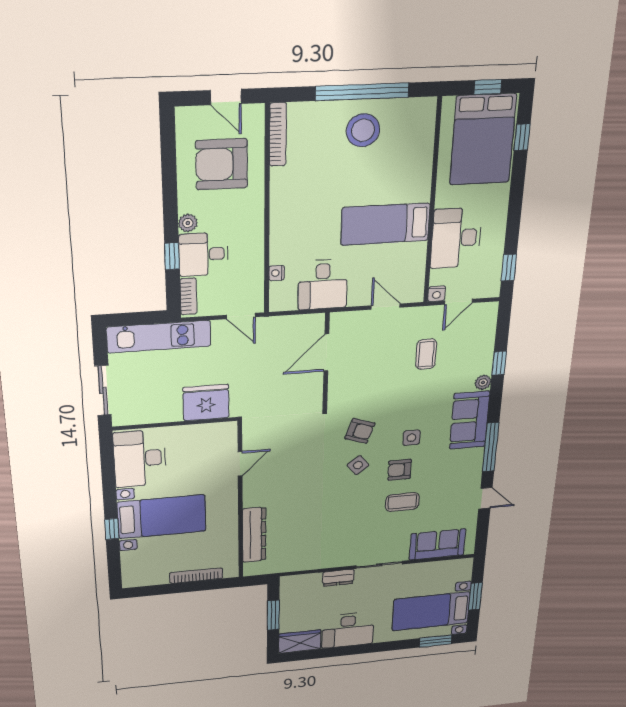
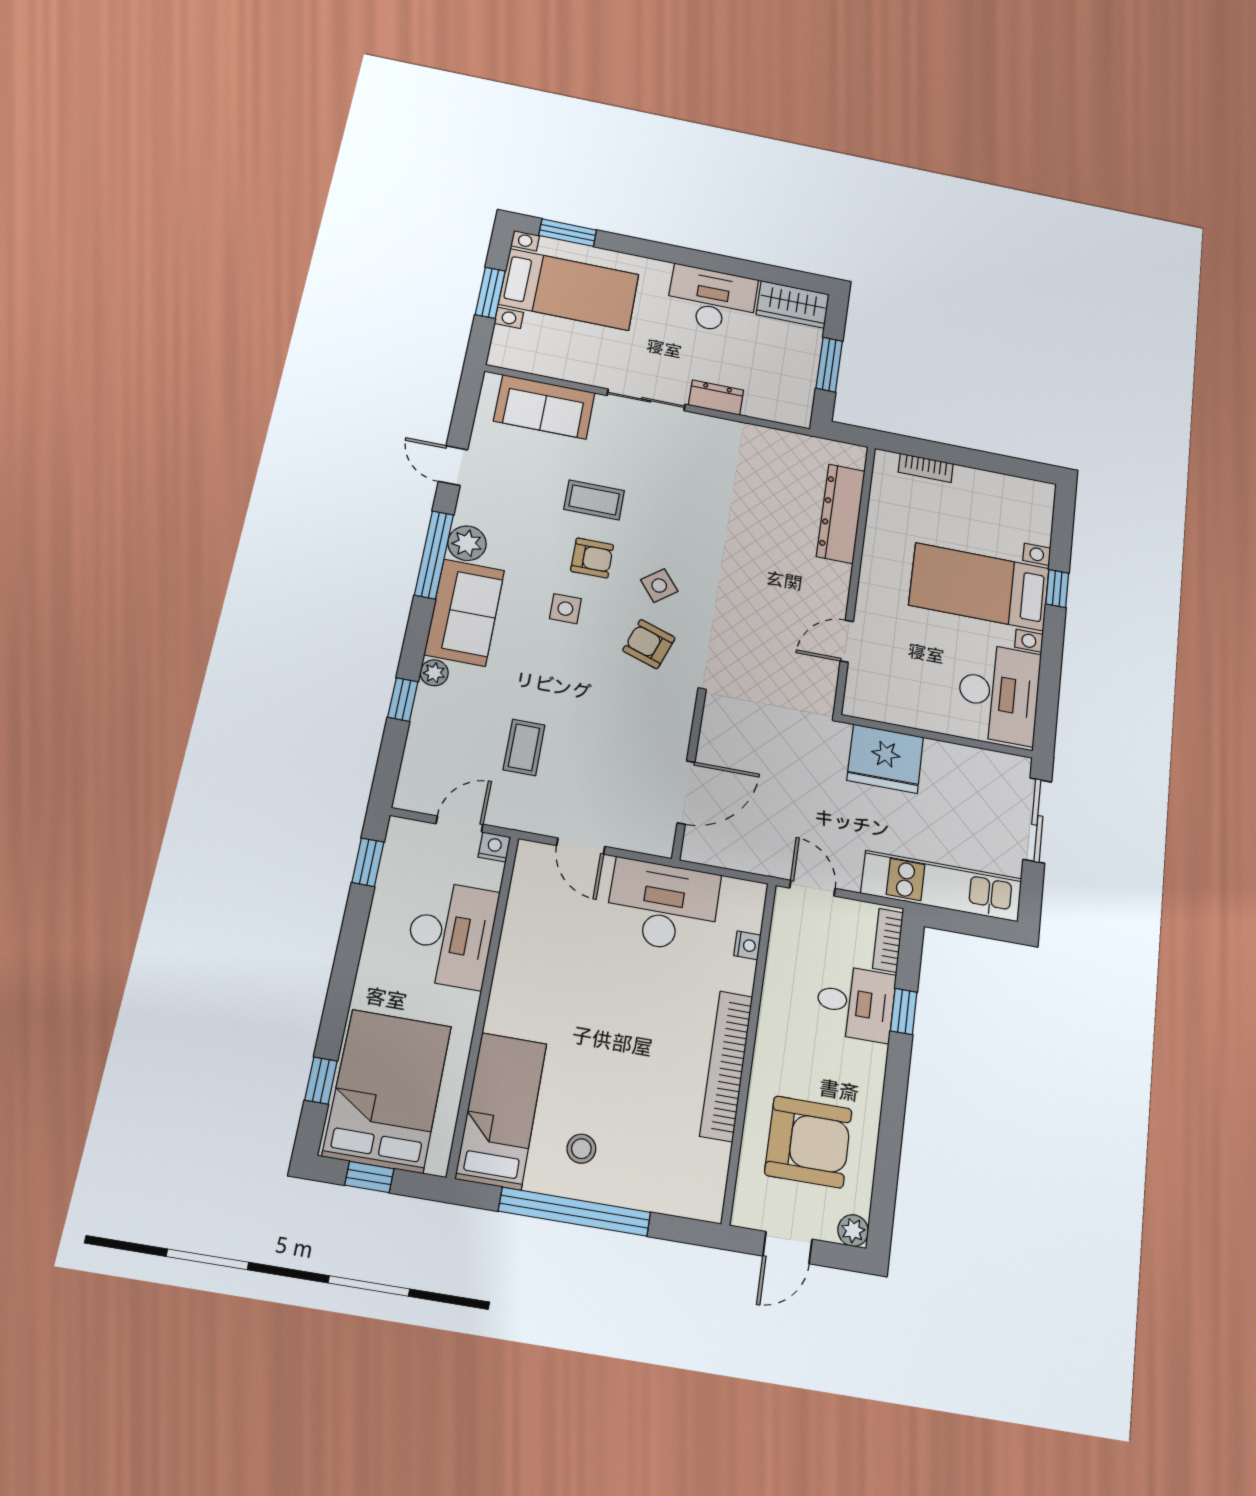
door: (226, 97) -> (788, 1248), swing flipped
stool: (363, 130) -> (581, 1149), width x0.53, depth x0.53
bookcase: (278, 134) -> (726, 1066), moved, width x1.48, depth x1.31
plant: (188, 223) -> (853, 1231), moved
bed: (385, 224) -> (501, 1111), moved, turned -90
desk: (323, 284) -> (663, 906), width x1.37
plant: (473, 458) -> (467, 543), added
bookcase: (196, 576) -> (926, 468), width x0.64

